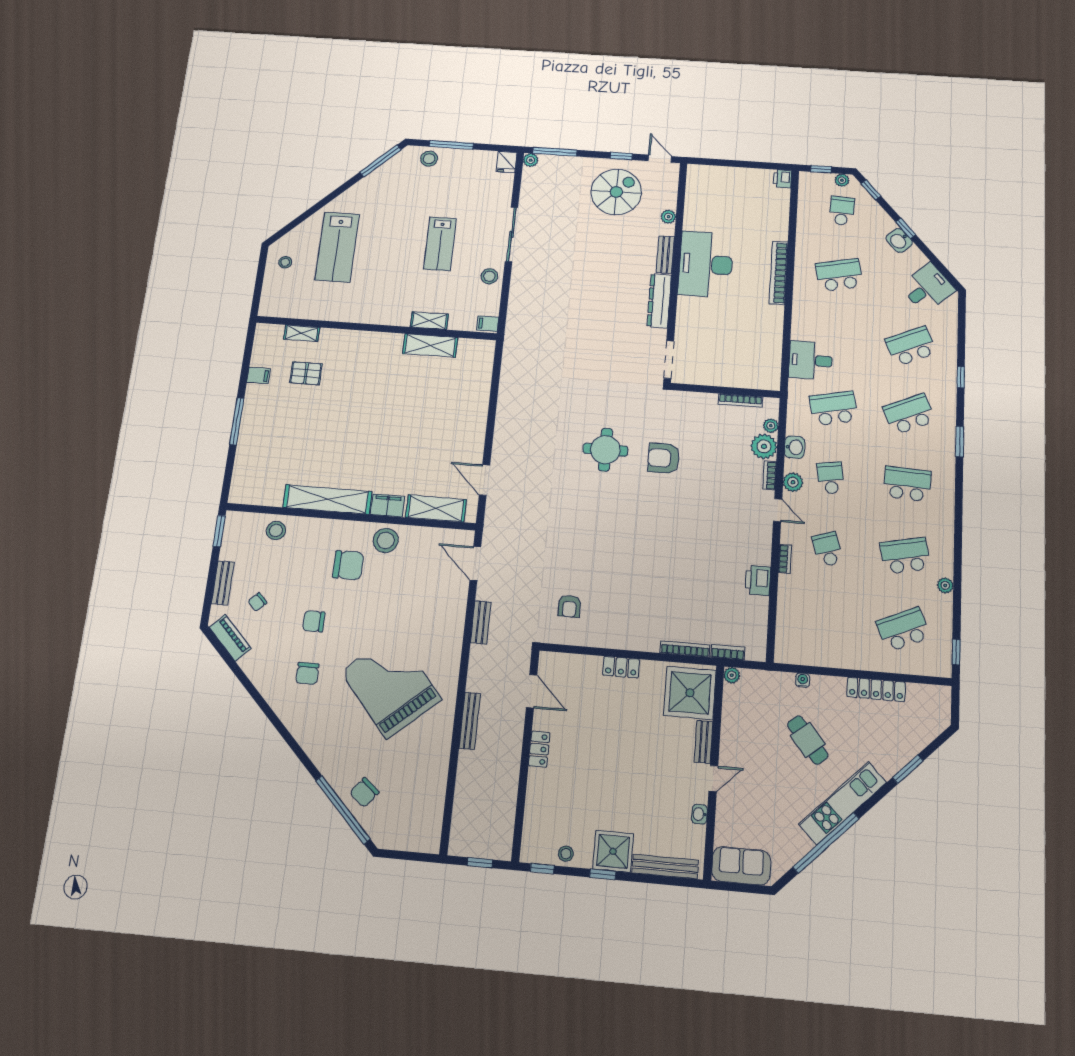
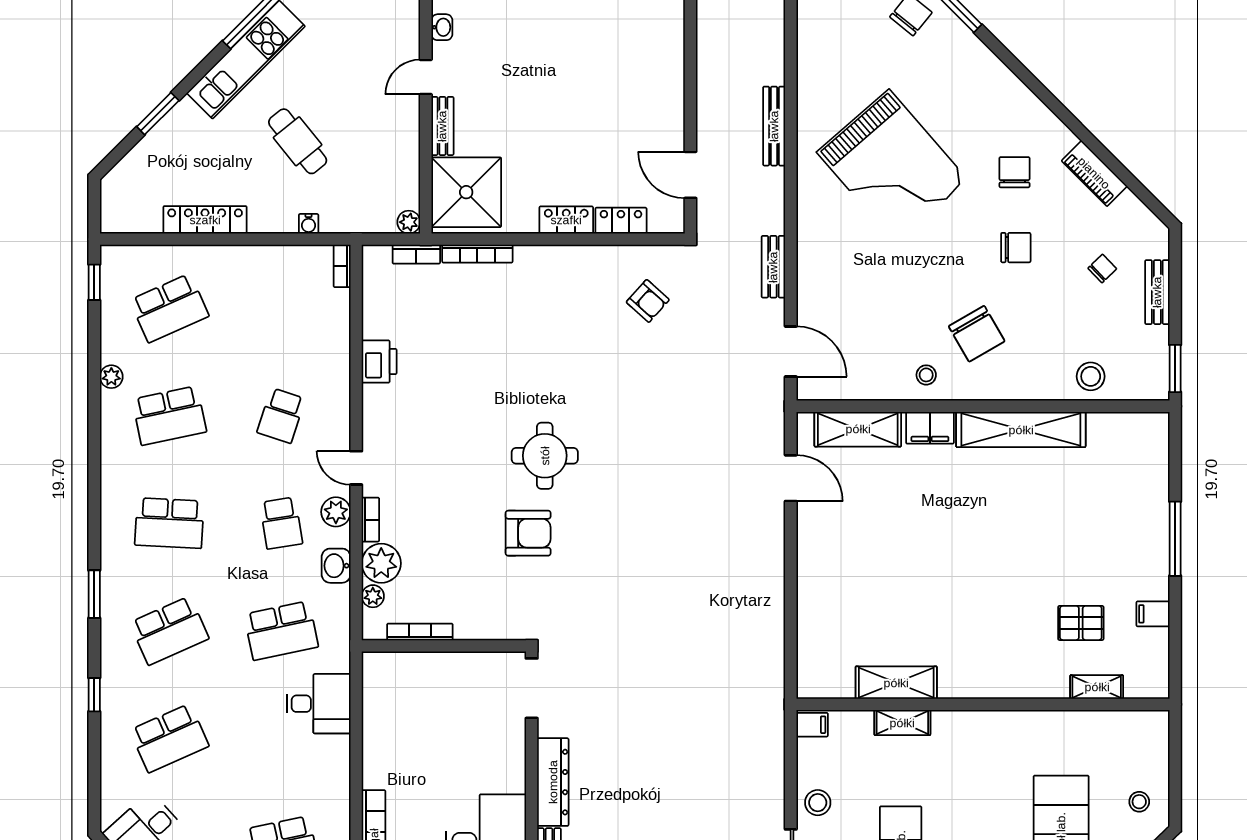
round table: (605, 450) -> (545, 456), moved
stool: (386, 540) -> (926, 375), width x0.53, depth x0.53
school desk: (828, 549) -> (281, 416), turned 36
bookcase: (785, 559) -> (342, 266), moved
chair: (348, 565) -> (977, 334), turned -120
armchair: (569, 606) -> (648, 301), turned 132
piano: (230, 638) -> (1094, 173), moved
locker: (539, 749) -> (621, 221), moved, turned 90

